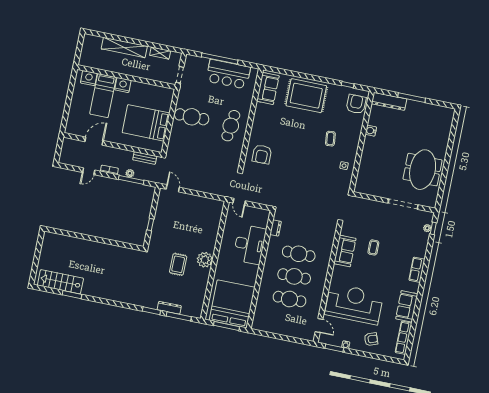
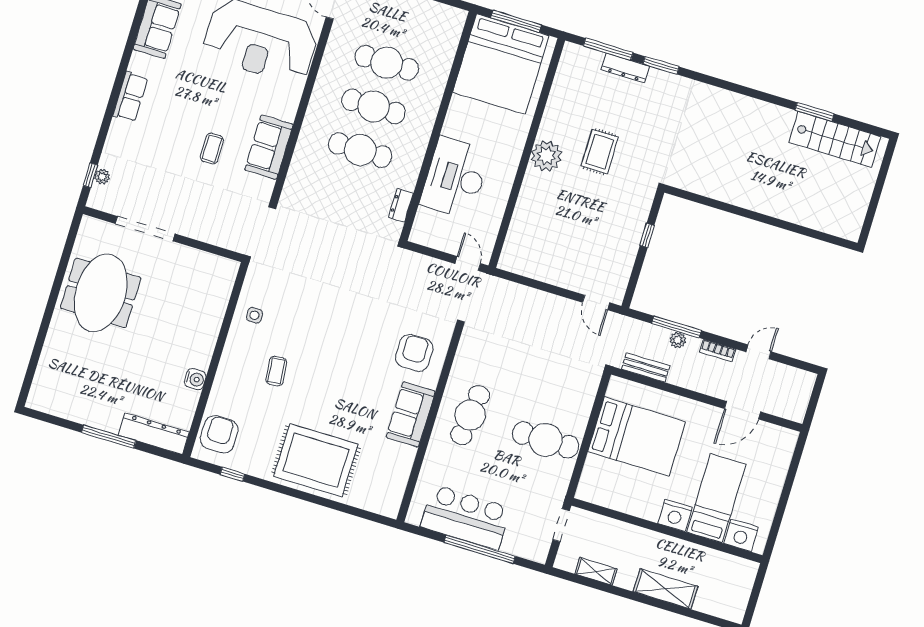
shelving: (124, 47) -> (666, 589), width x0.68
sofa: (268, 88) -> (411, 414), moved
armchair: (356, 104) -> (219, 434), turned 180

